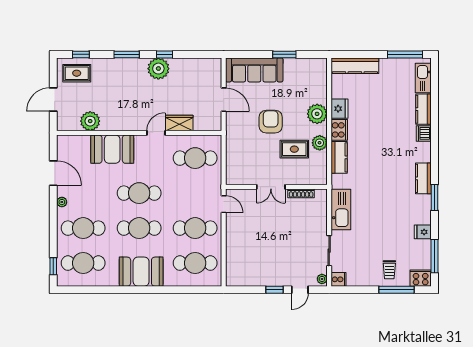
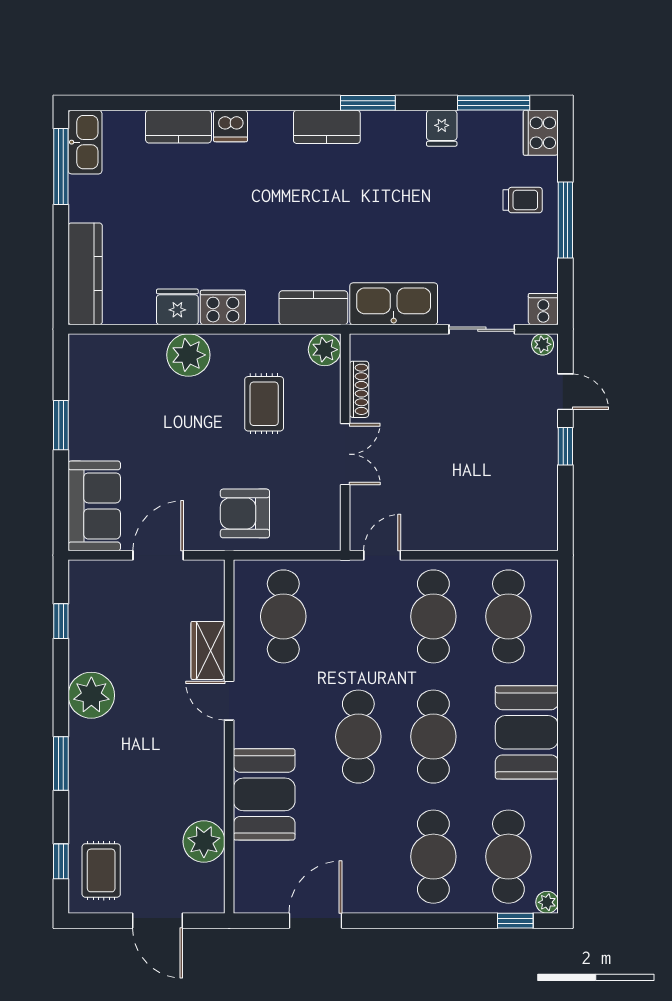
window: (164, 54) -> (61, 621), moved
sofa: (254, 70) -> (94, 506), width x0.73
kitchen sink: (423, 78) -> (85, 142), moved, turned -90
armchair: (271, 122) -> (245, 513), moved
plant: (320, 143) -> (325, 350), moved
kitchen counter: (339, 157) -> (313, 308), moved
plant: (62, 202) -> (547, 902), moved
window: (397, 290) -> (565, 220), moved

